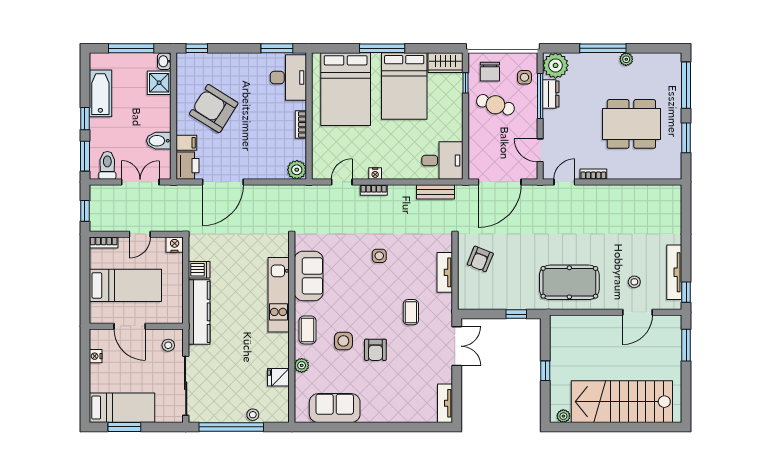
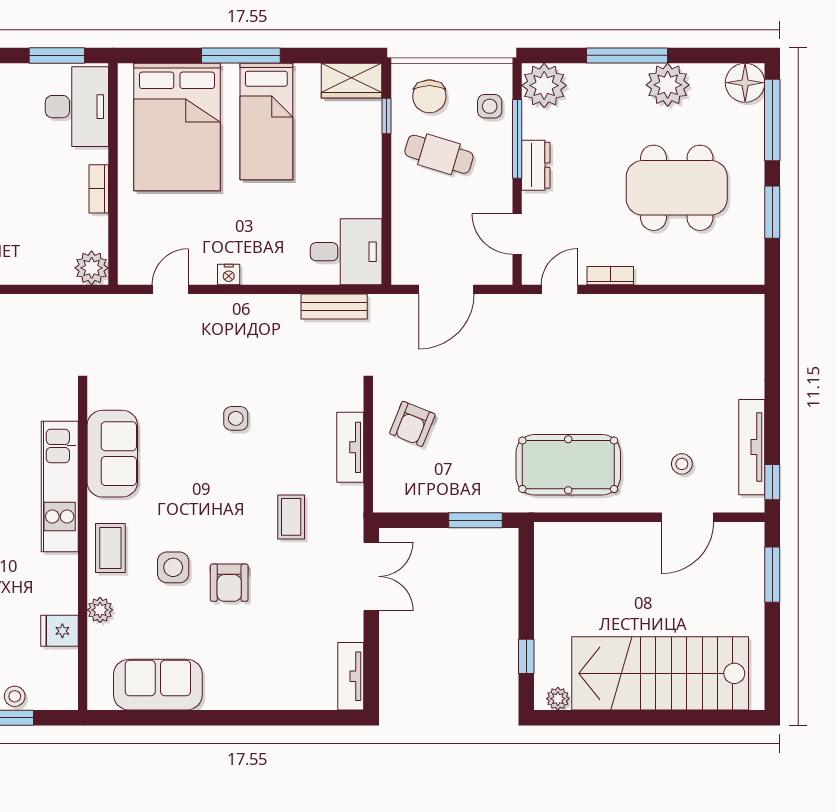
plant: (626, 59) -> (668, 85), width x1.88, depth x1.88
floor lamp: (670, 64) -> (745, 83), added
bed: (404, 86) -> (266, 121), width x0.67
dresser: (551, 94) -> (536, 165), moved
door: (500, 182) -> (446, 289), width x0.73
bookcase: (374, 190) -> (226, 303), removed
window: (516, 314) -> (475, 520), width x1.50
window: (545, 371) -> (526, 656), moved

